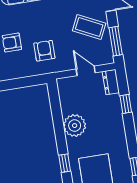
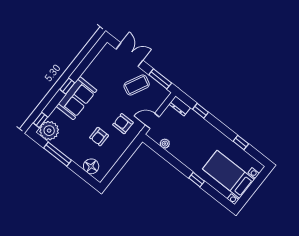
door: (86, 71) -> (152, 121), moved
plant: (75, 126) -> (165, 144), moved, width x0.53, depth x0.53

